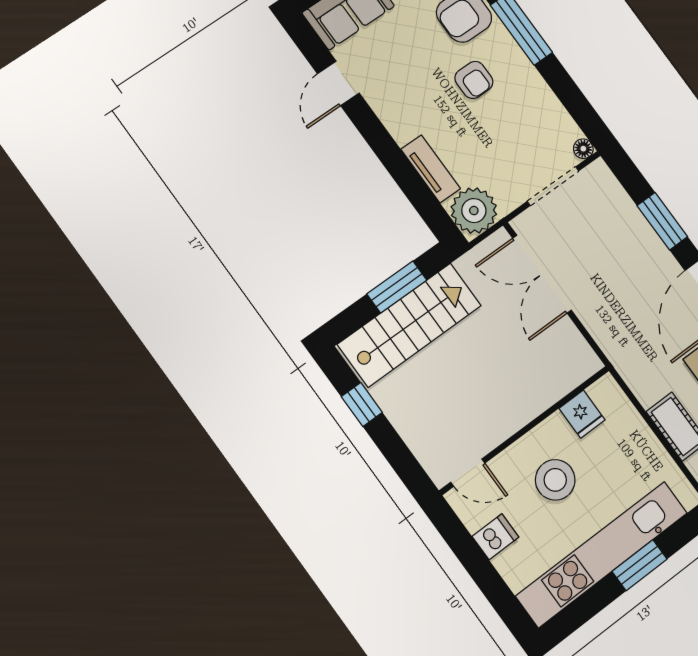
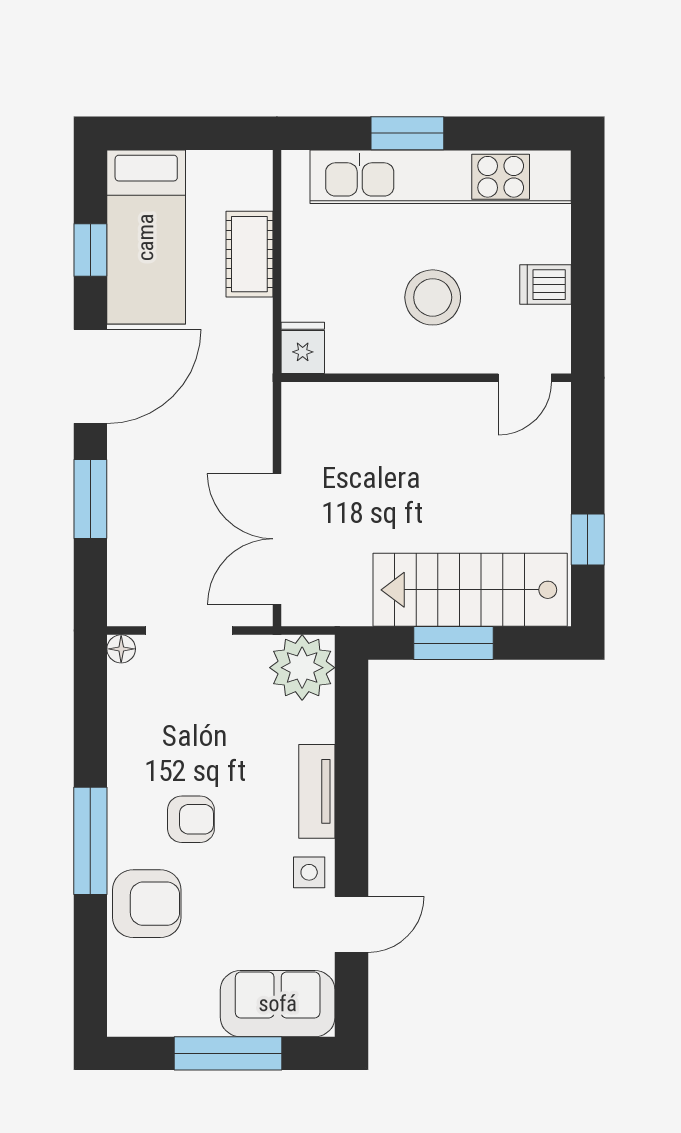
armchair: (474, 80) -> (191, 819), turned 90
side table: (385, 96) -> (309, 872), added
tv unit: (431, 169) -> (317, 791), moved
double door: (542, 274) -> (277, 539), swing flipped
fridge: (582, 414) -> (303, 348), moved
door: (468, 473) -> (525, 378), swing flipped

